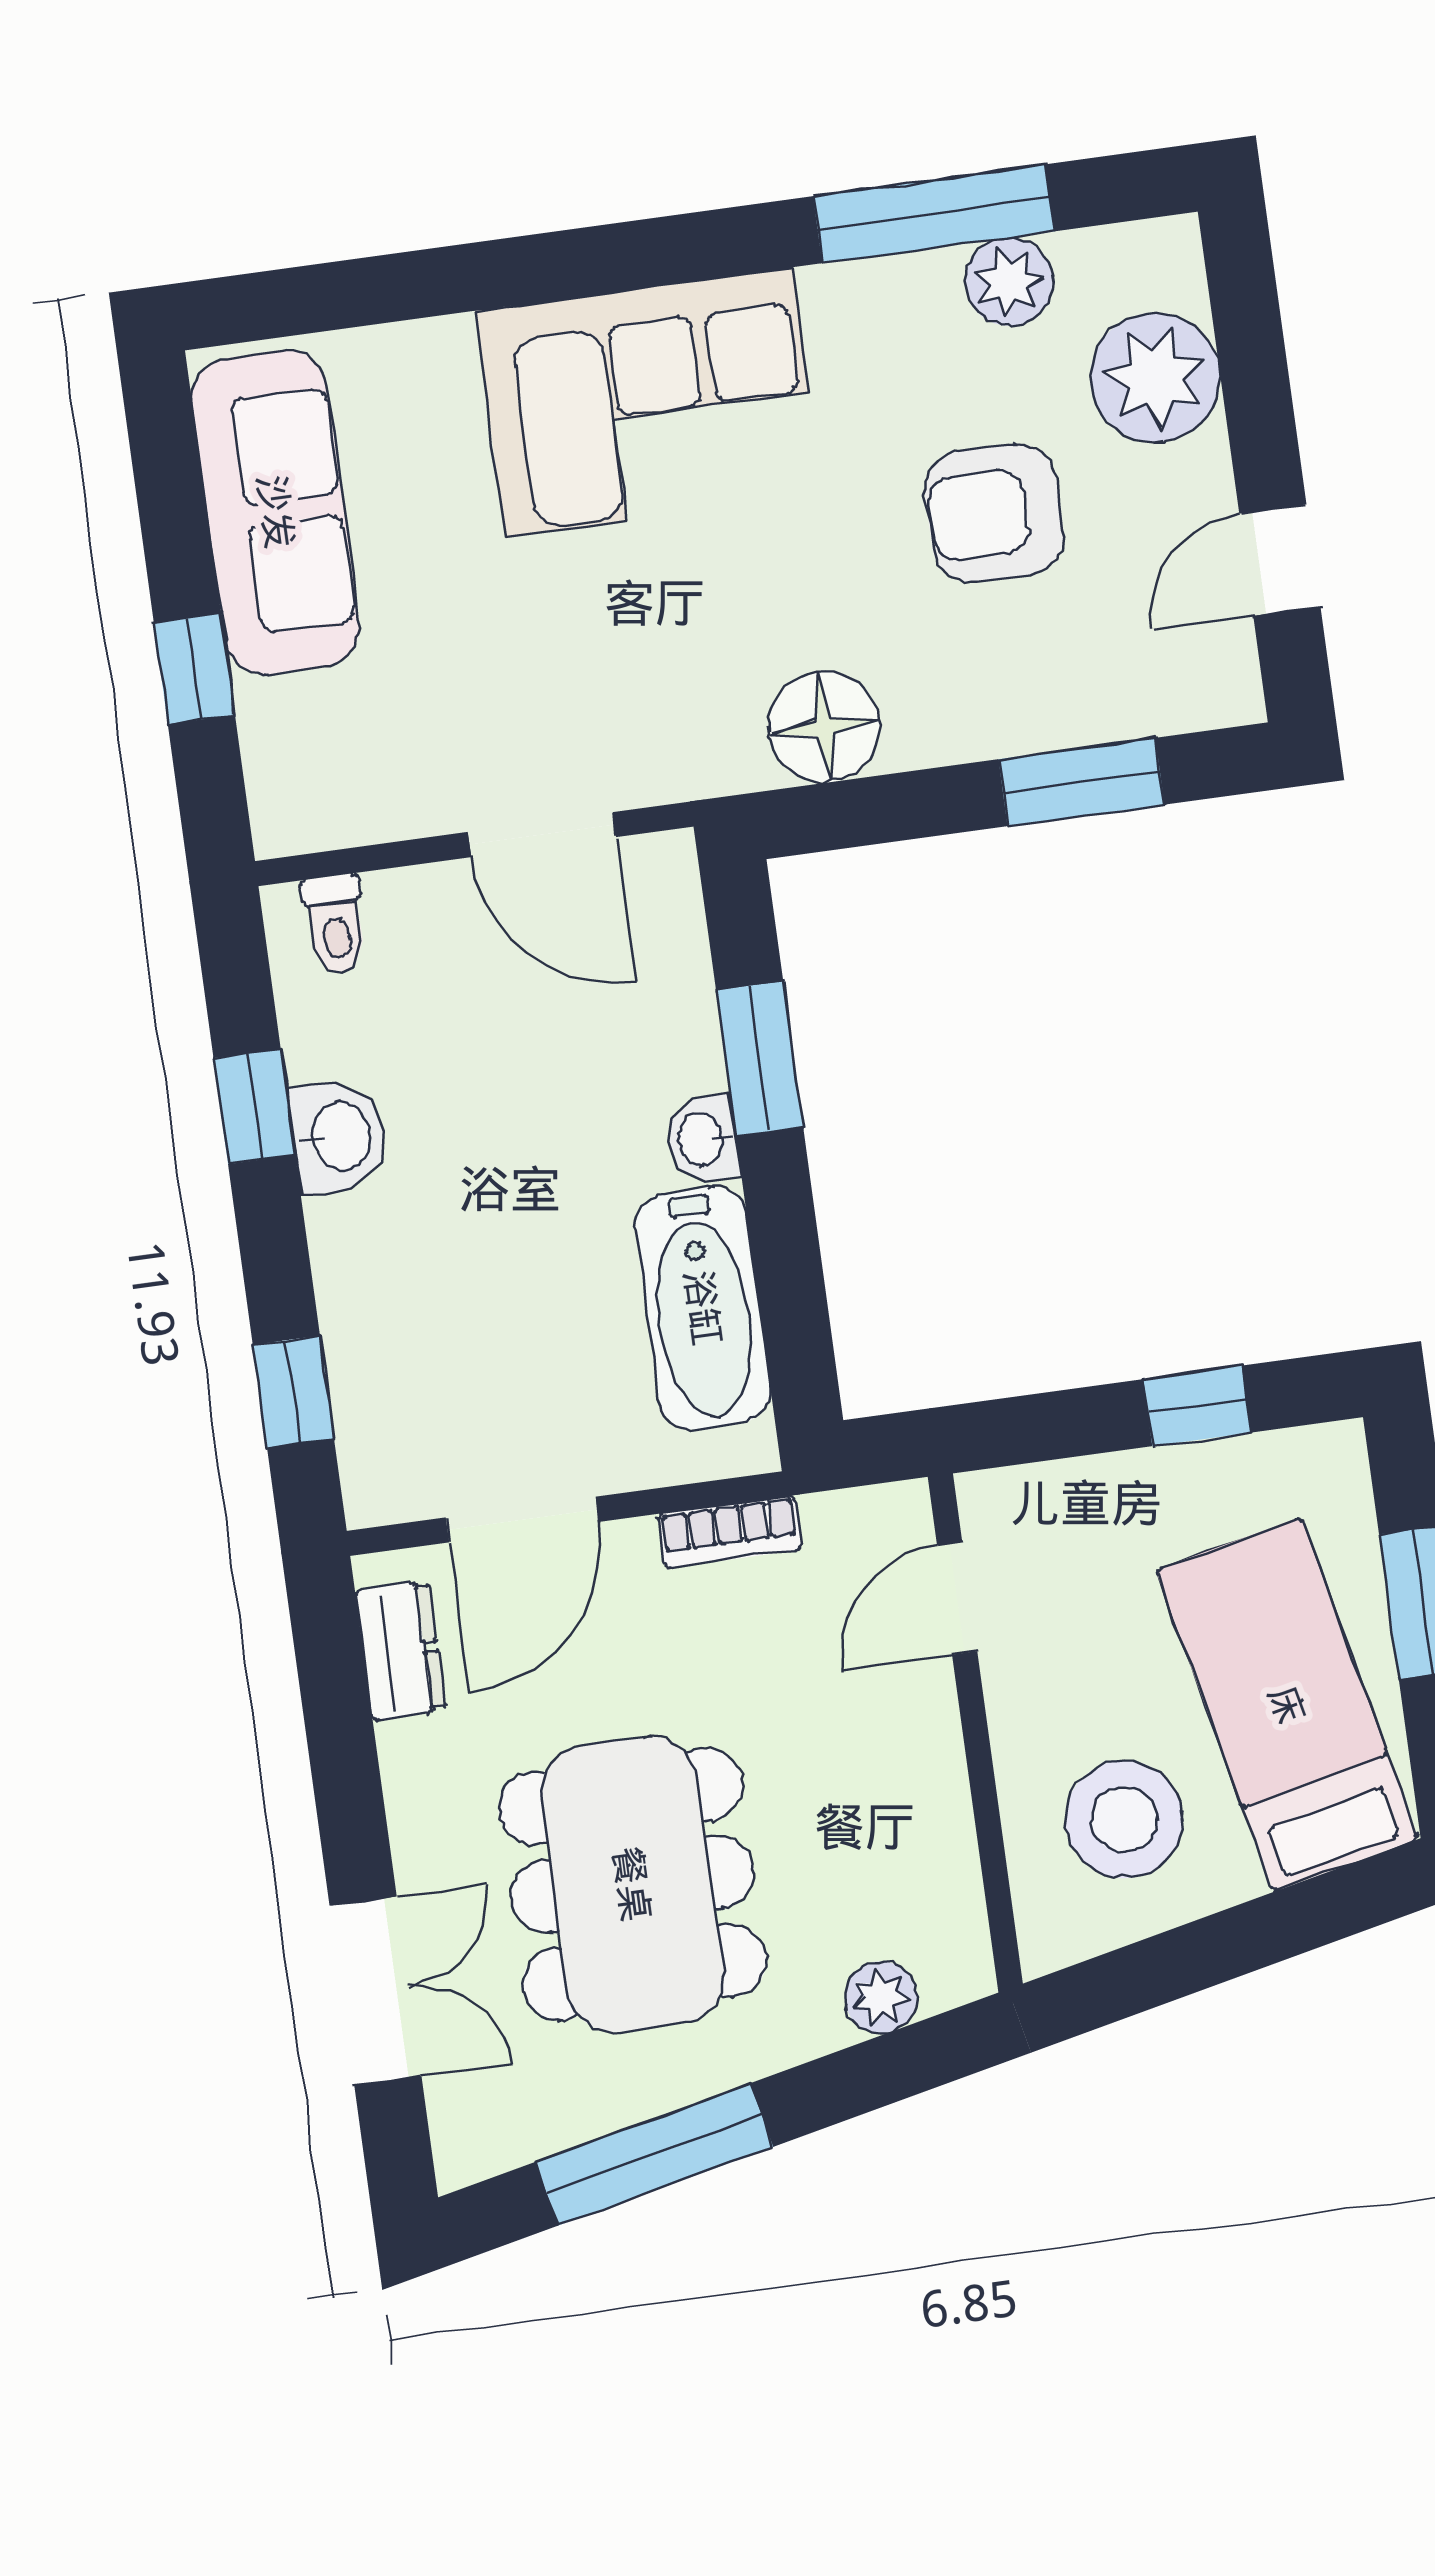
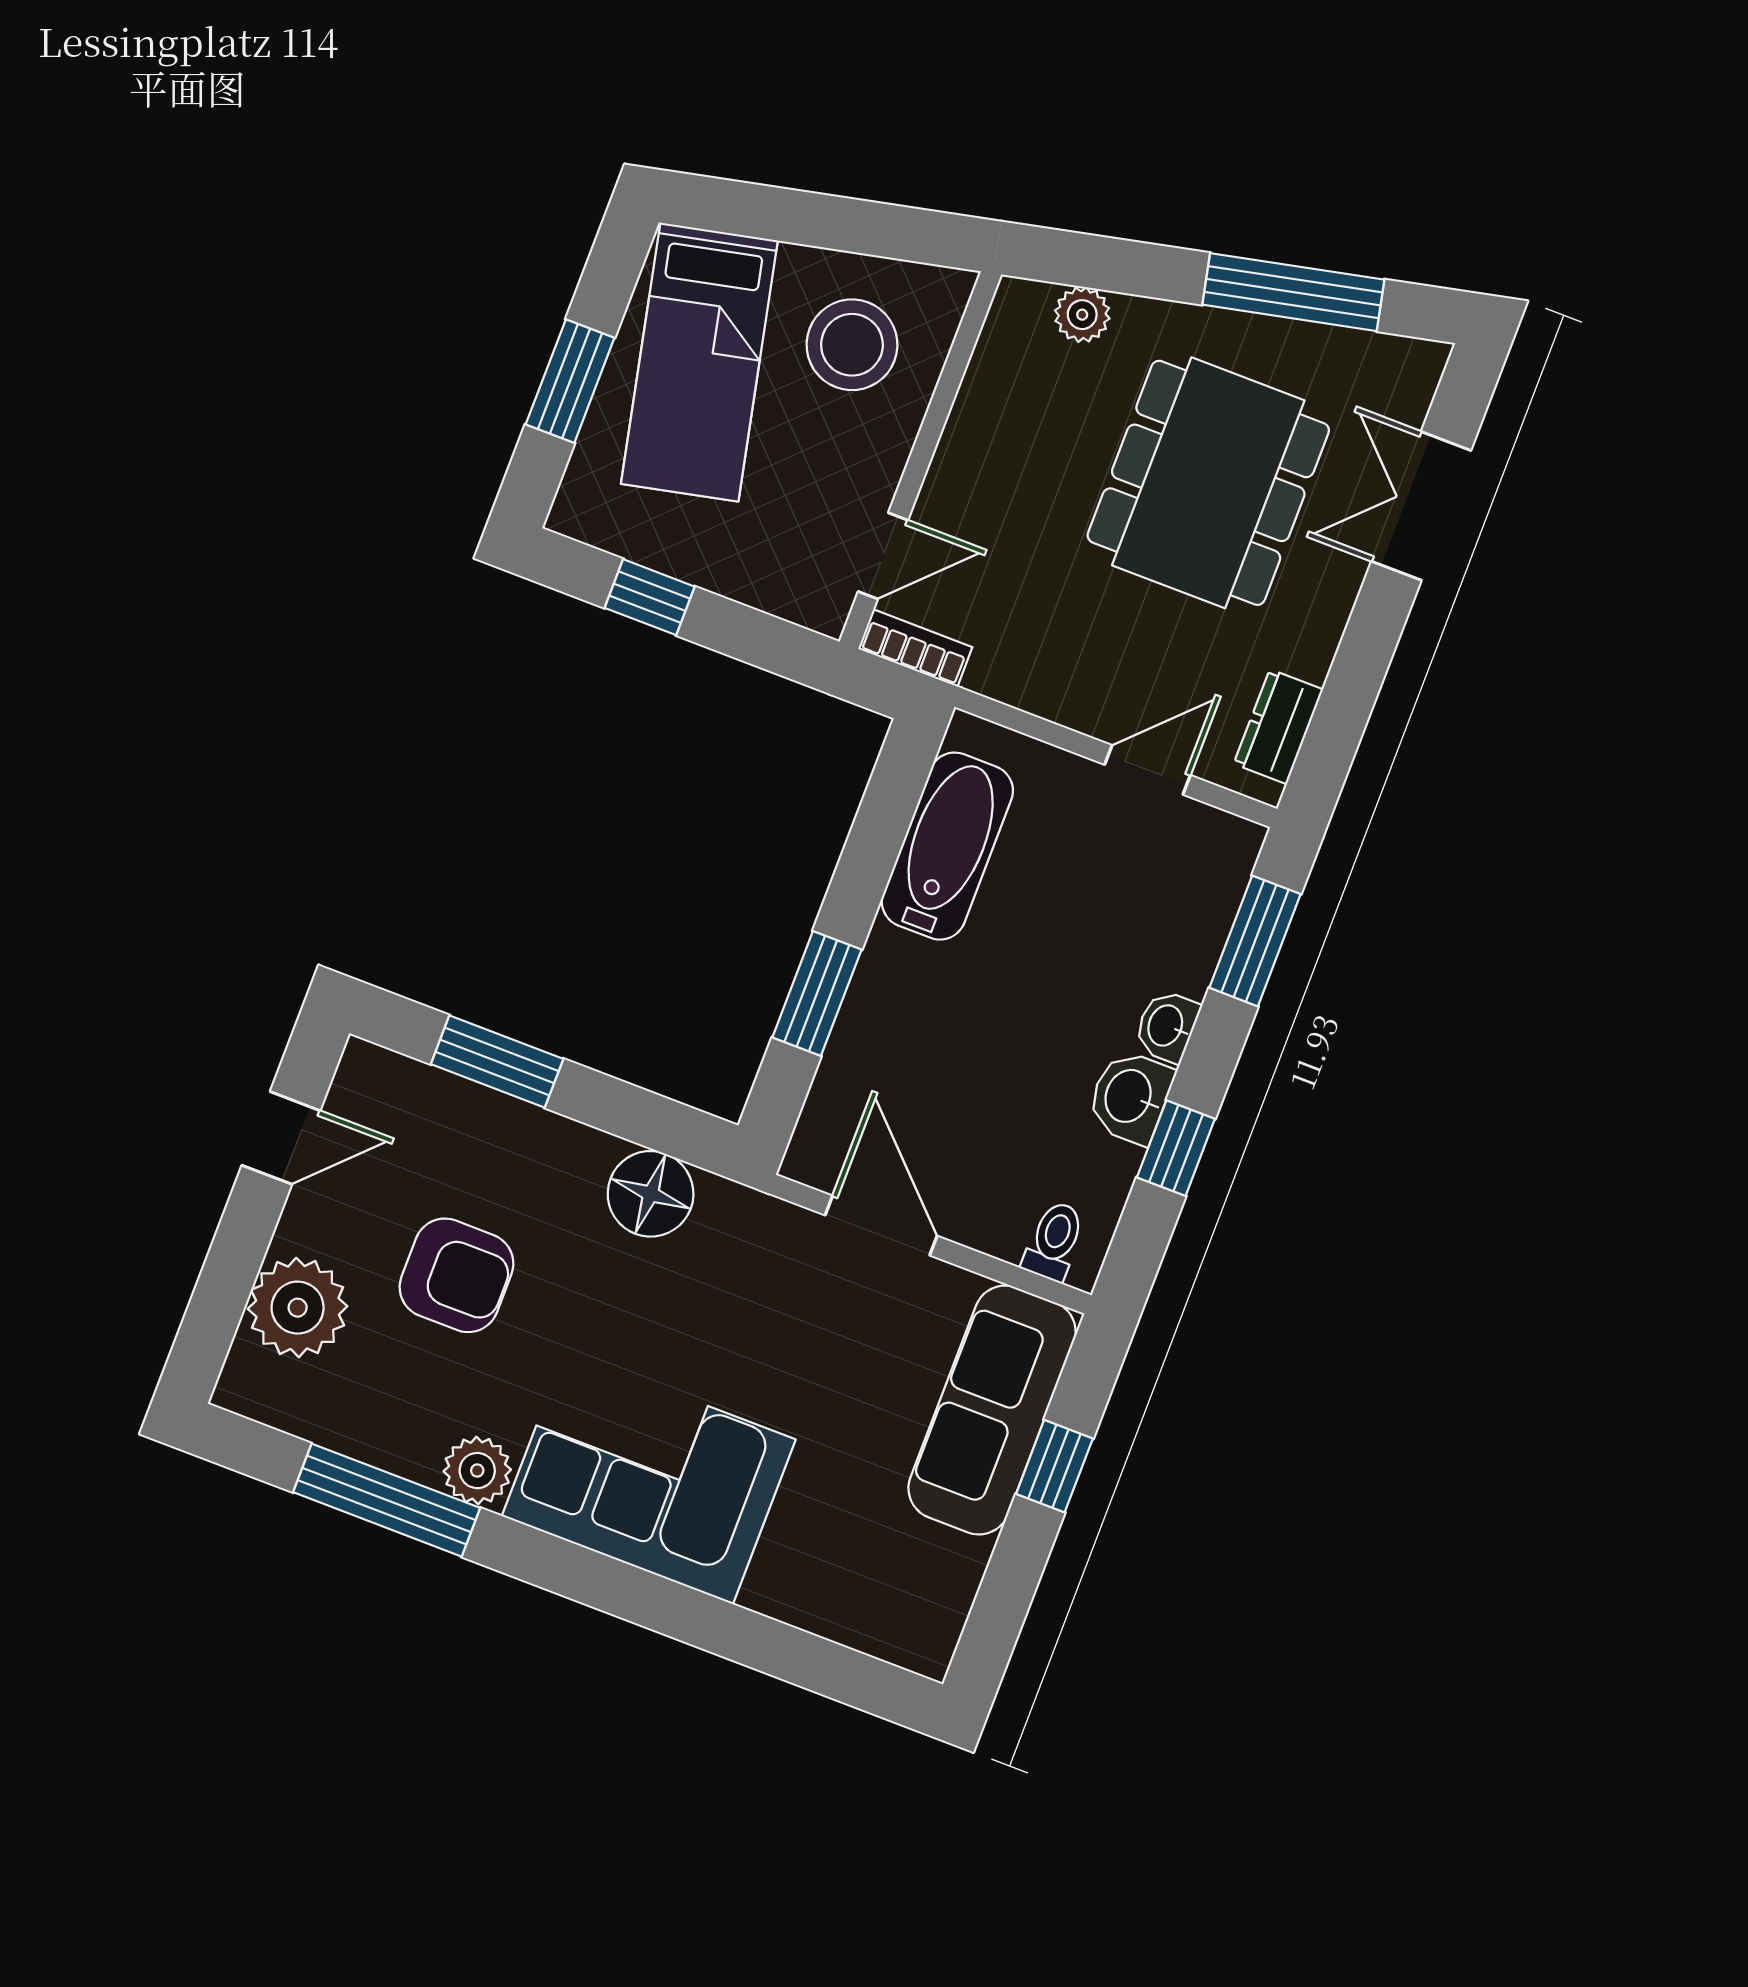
plant: (1009, 282) -> (477, 1471), moved
sofa: (276, 512) -> (992, 1410), moved
washbasin: (702, 1139) -> (1167, 1026), moved, turned 180
window: (293, 1392) -> (1255, 941), width x1.50
door: (522, 1520) -> (1148, 770), width x0.73
bookcase: (730, 1532) -> (915, 648), moved

